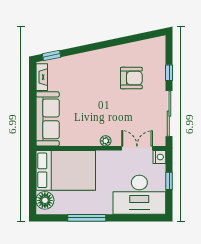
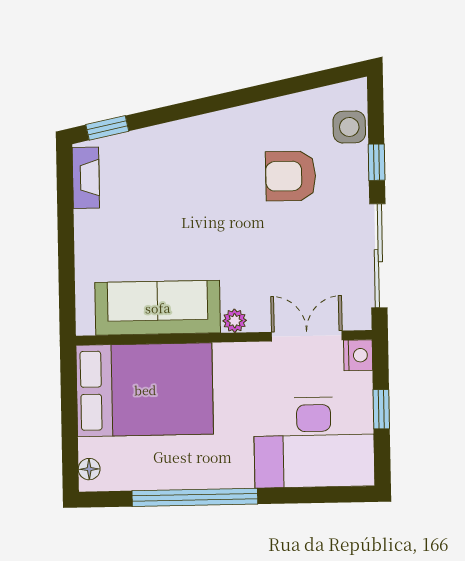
side table: (157, 57) -> (349, 127), added
armchair: (131, 78) -> (291, 176), turned 180
sofa: (48, 119) -> (158, 308), moved, turned -90
floor lamp: (45, 200) -> (89, 469), width x0.53, depth x0.53
window: (87, 218) -> (195, 497), width x1.46

